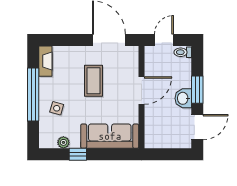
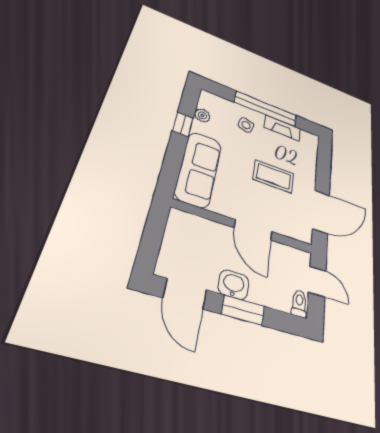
fireplace: (45, 61) -> (282, 128), moved

